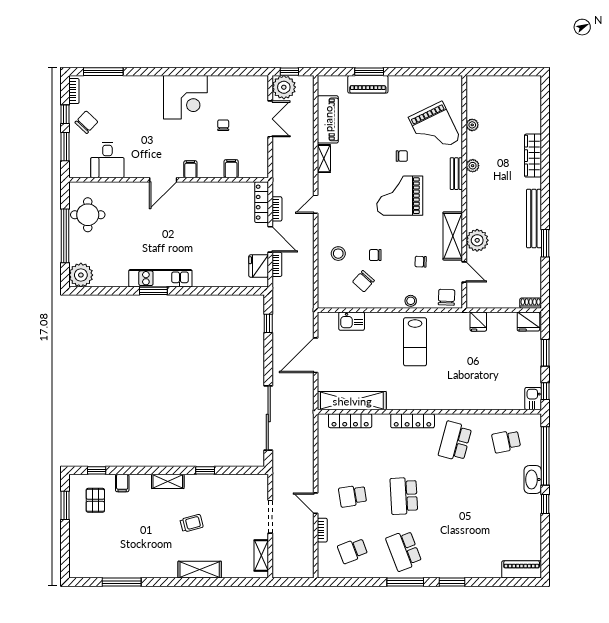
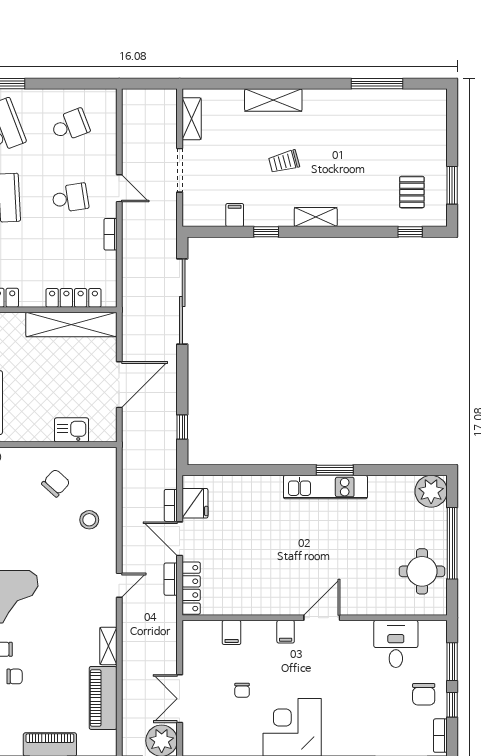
chair: (86, 122) -> (424, 694), turned -43
chair: (375, 255) -> (15, 676), moved
filing cabinet: (122, 483) -> (235, 215), moved
bookcase: (322, 530) -> (110, 234), moved

